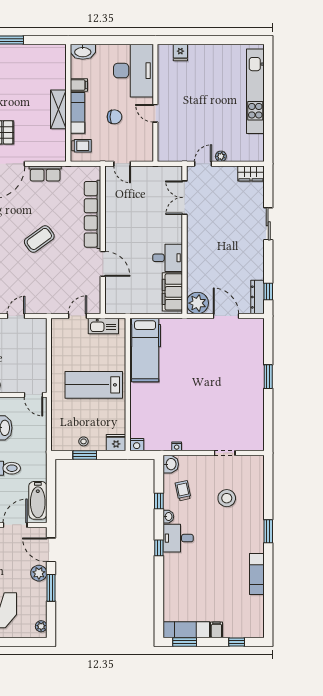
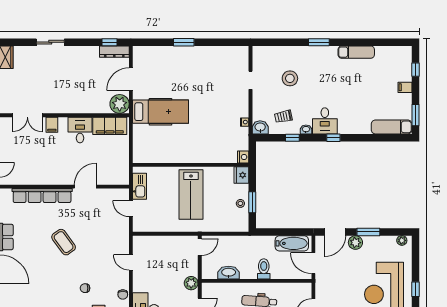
filing cabinet: (174, 226) -> (52, 125), added
hospital bed: (145, 350) -> (161, 112), moved
exam couch: (186, 630) -> (392, 127), moved, turned 90

